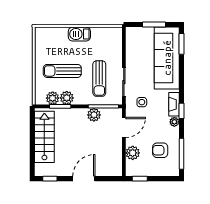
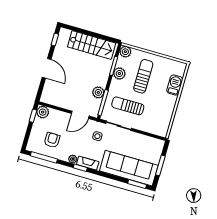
barbecue: (79, 34) -> (175, 85), moved
plant: (53, 98) -> (125, 52), moved
door: (124, 127) -> (80, 115), hinge flipped
plant: (133, 153) -> (43, 112), moved

